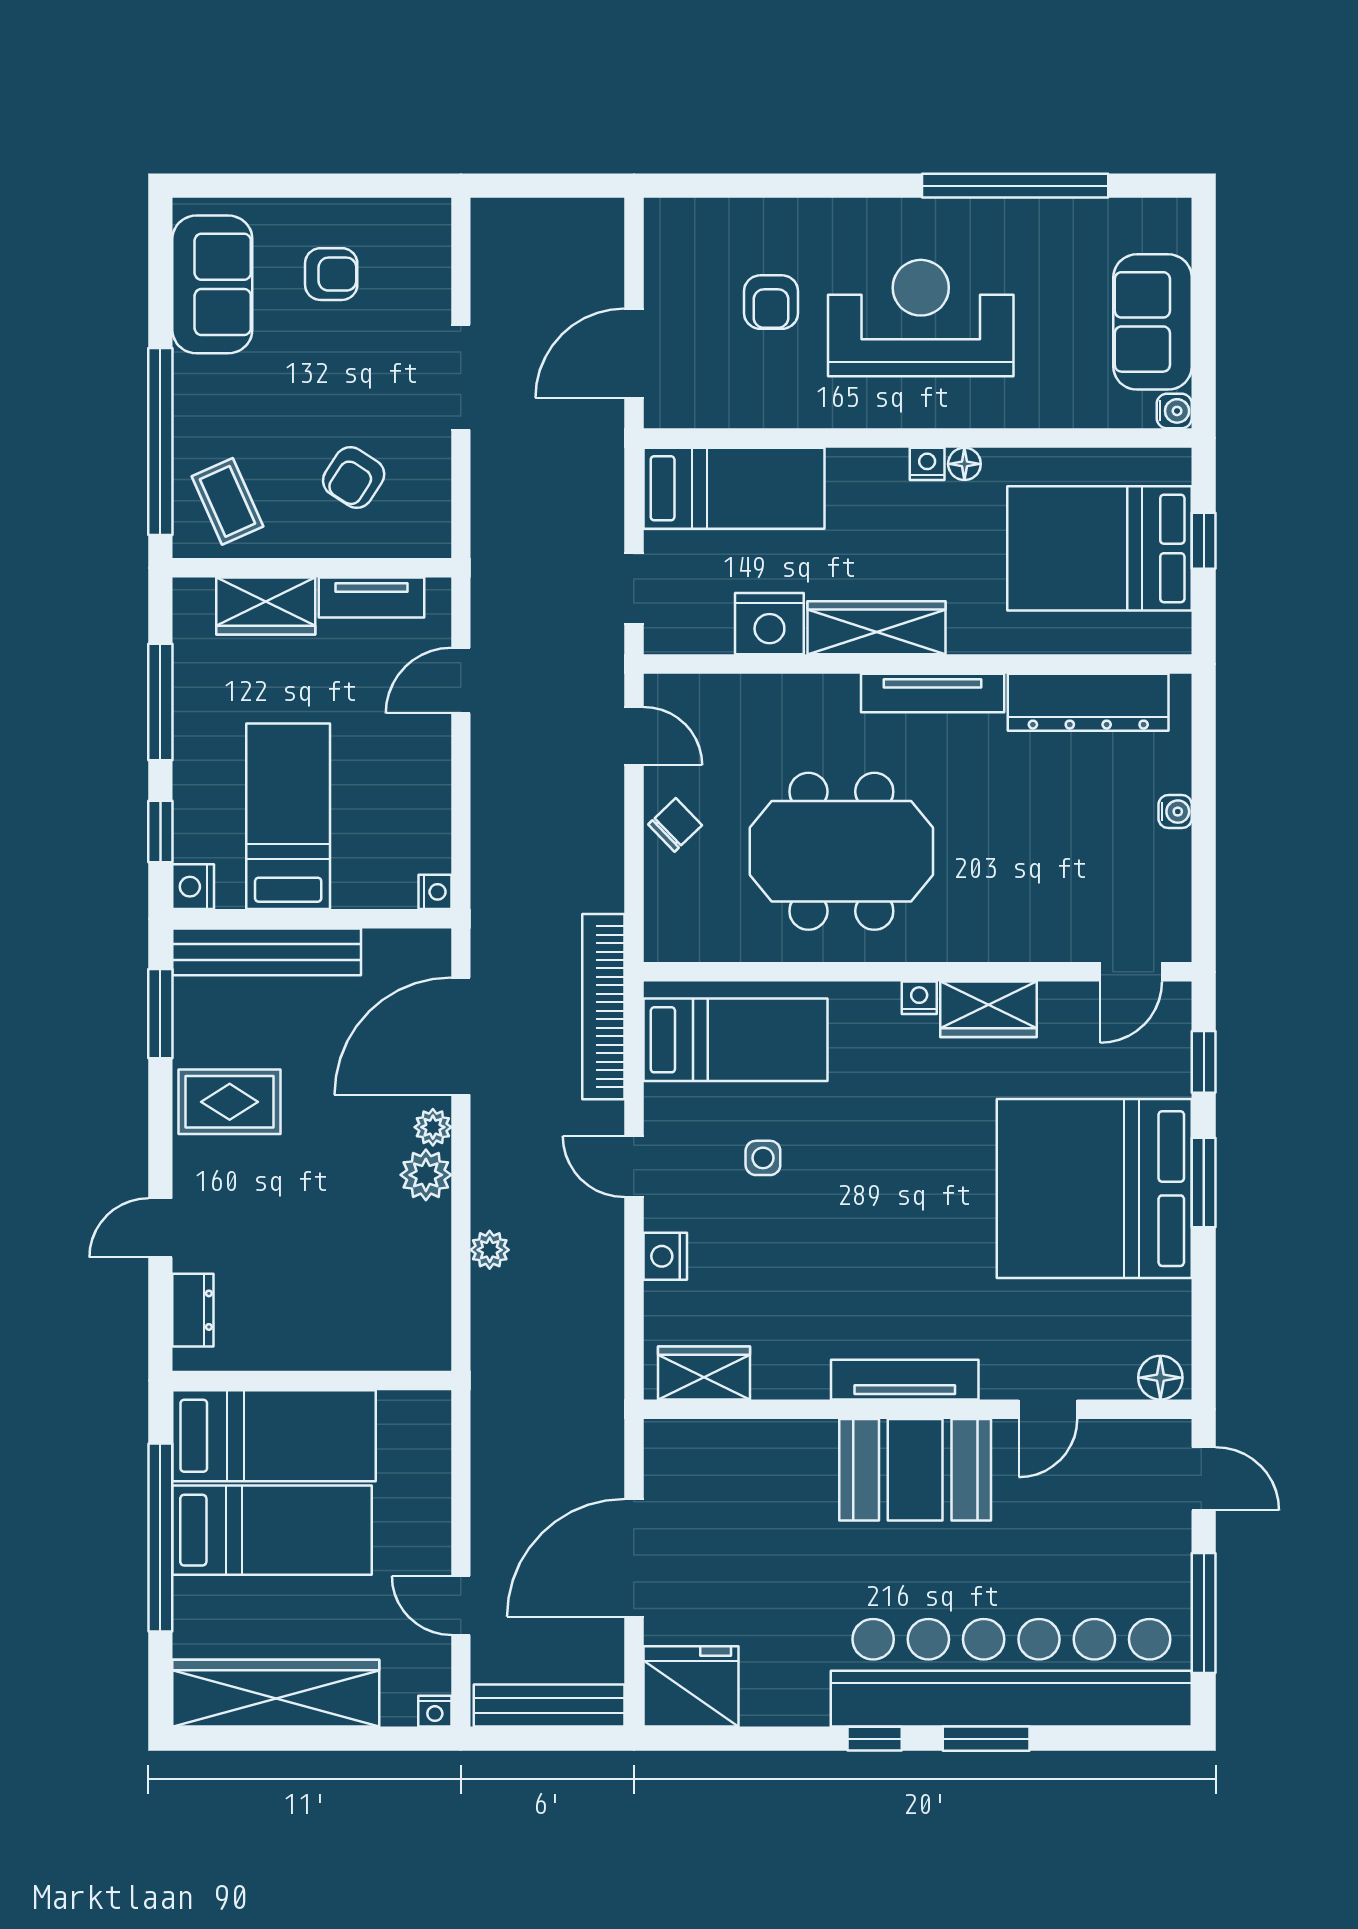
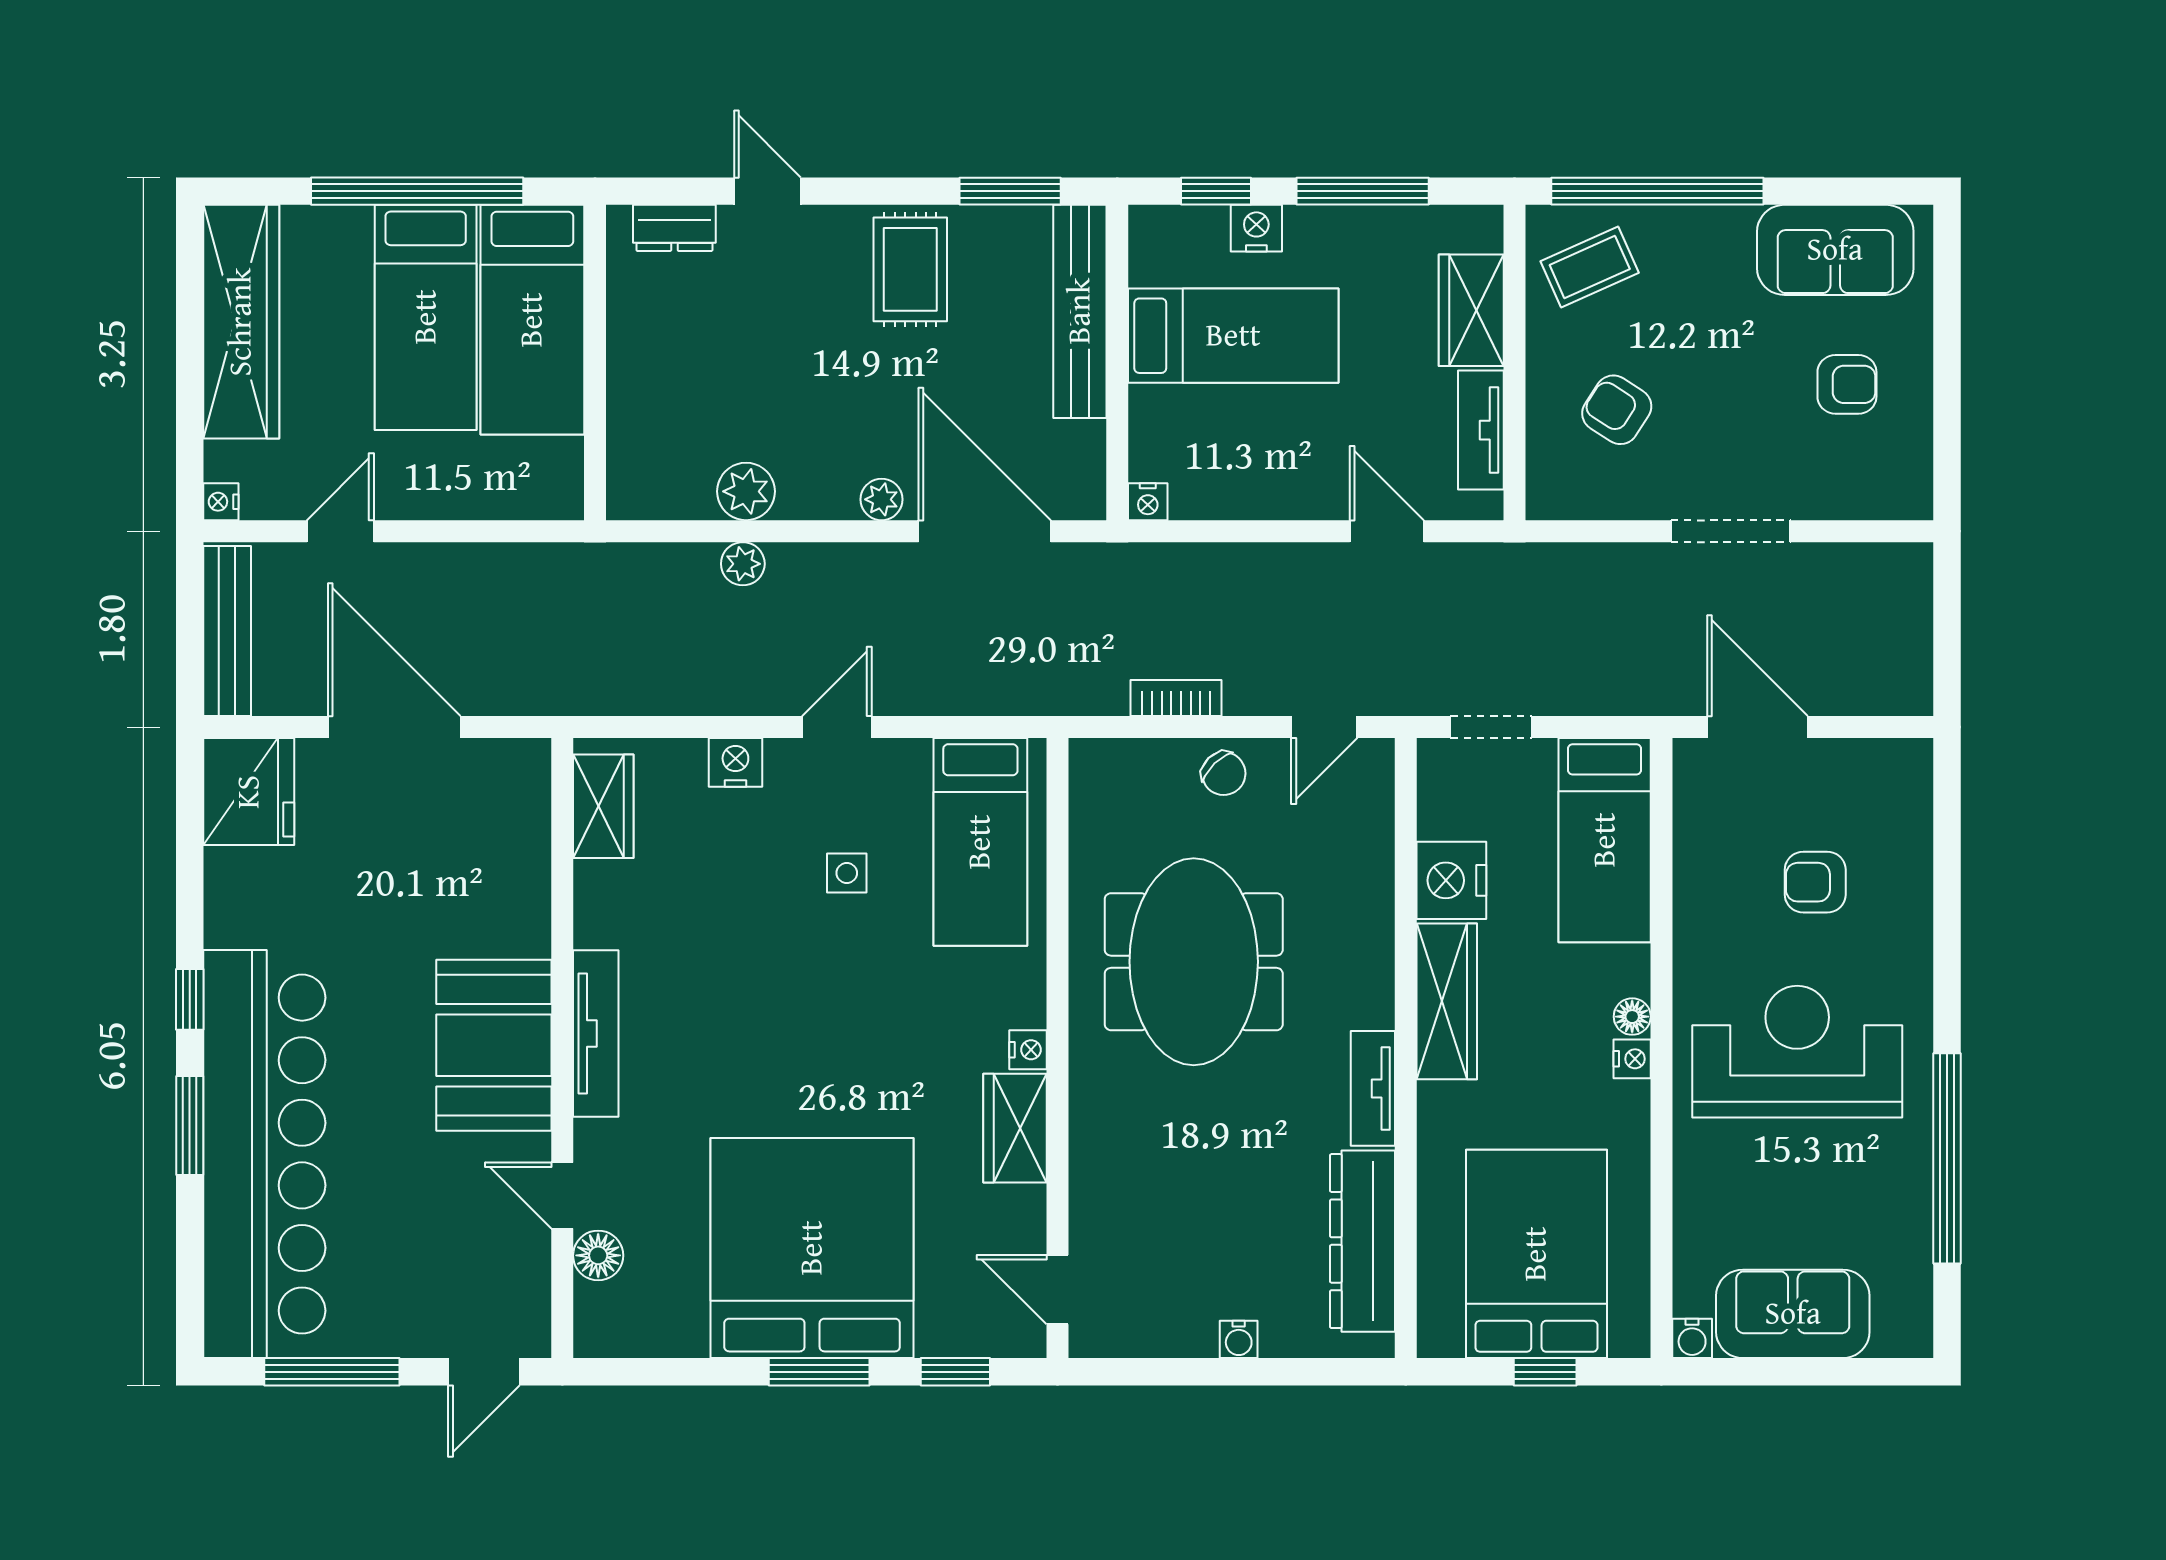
armchair: (331, 274) -> (1847, 384), turned -90
reception desk: (921, 318) -> (1797, 1052), turned -90
floor lamp: (964, 464) -> (1632, 1017), moved
tv unit: (933, 693) -> (1373, 1088), width x0.71
nightstand: (193, 887) -> (1256, 228), moved
bookcase: (603, 1007) -> (1176, 698), moved, width x0.43, depth x0.76
plant: (426, 1175) -> (746, 491), moved
floor lamp: (1160, 1378) -> (598, 1255), moved

